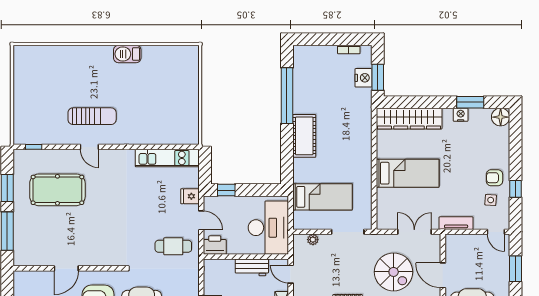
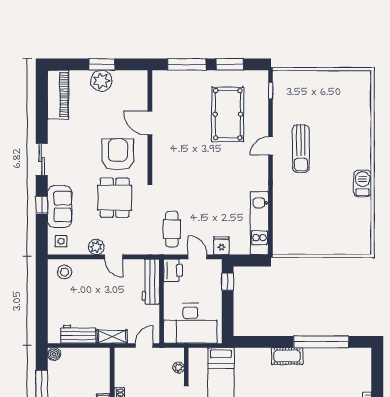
cot: (304, 136) -> (287, 356), width x0.73, depth x0.75
door: (201, 220) -> (197, 257), swing flipped
workbench: (252, 267) -> (151, 281), moved, width x1.38

